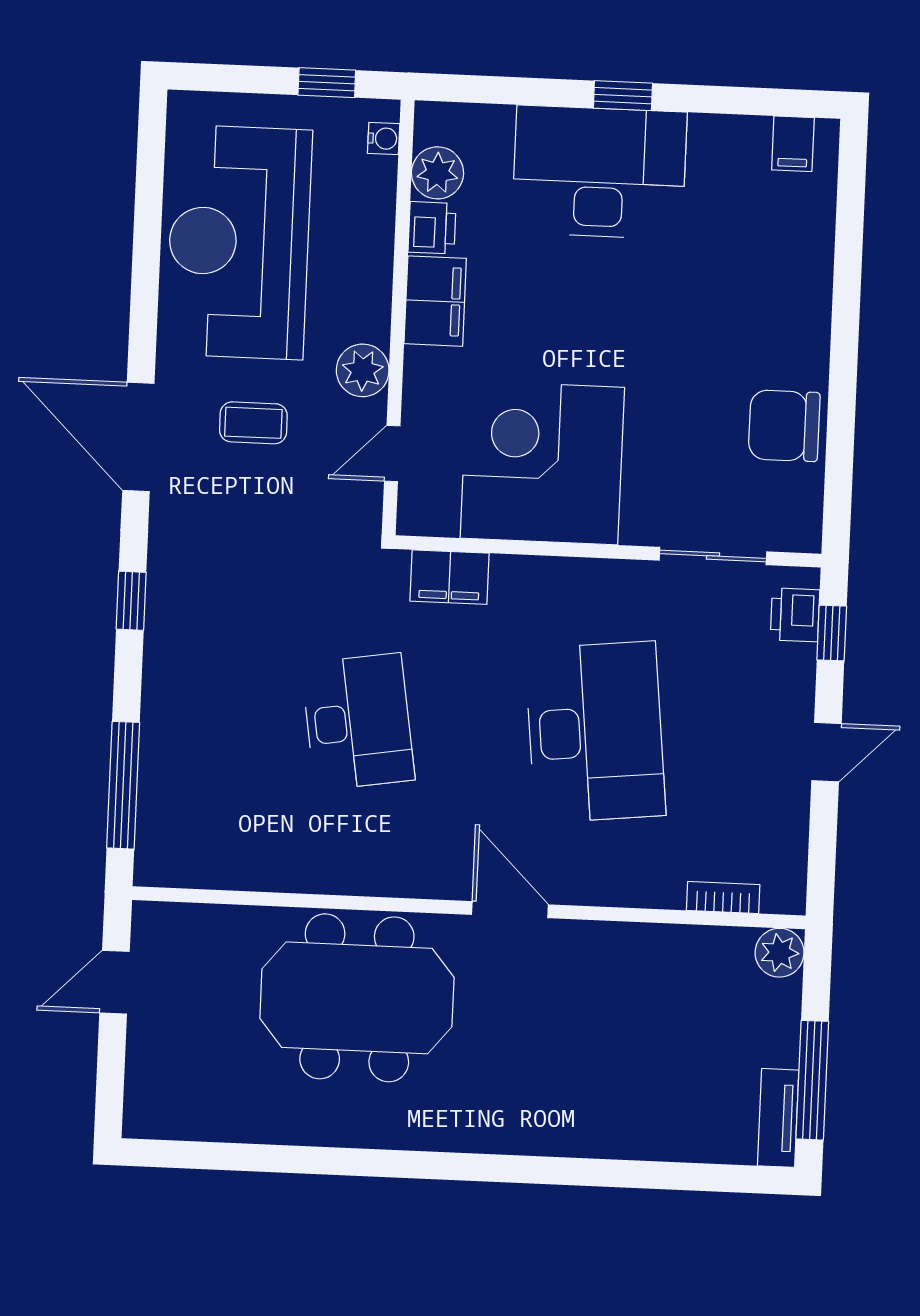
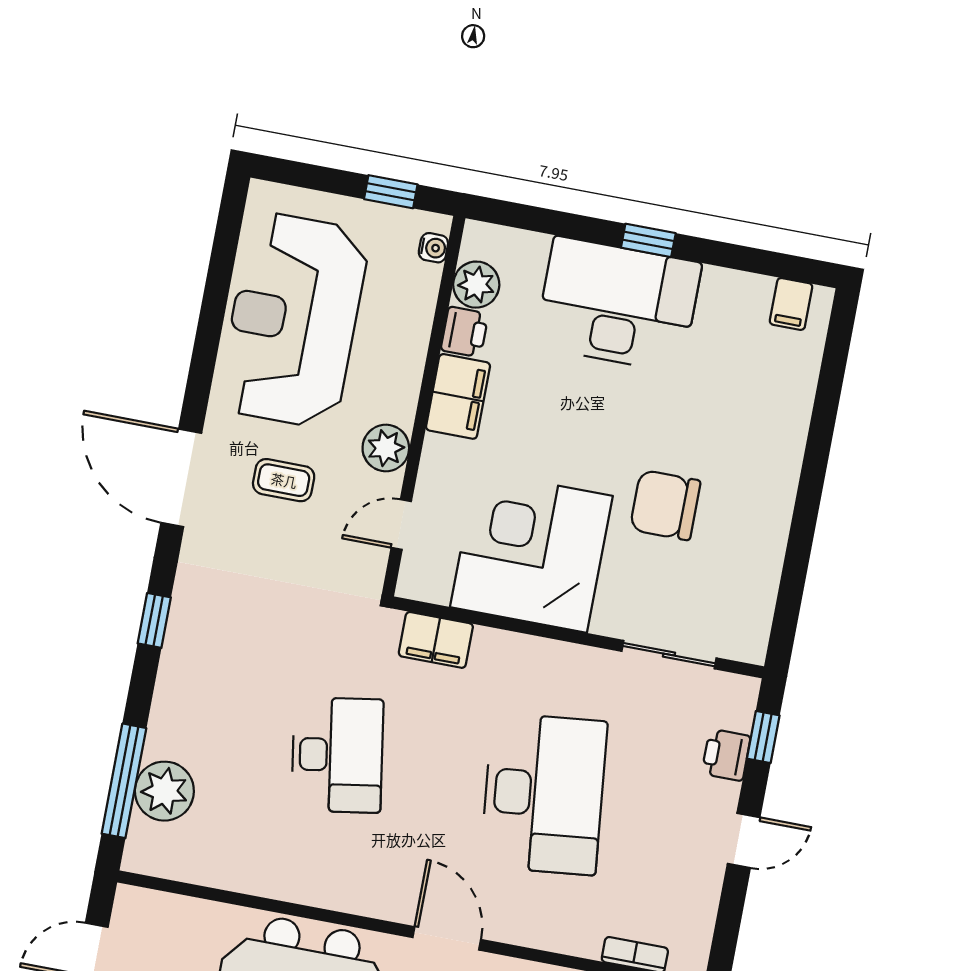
chair: (784, 426) -> (665, 505), moved
printer: (795, 615) -> (726, 755), moved
plant: (170, 790) -> (164, 791), added

